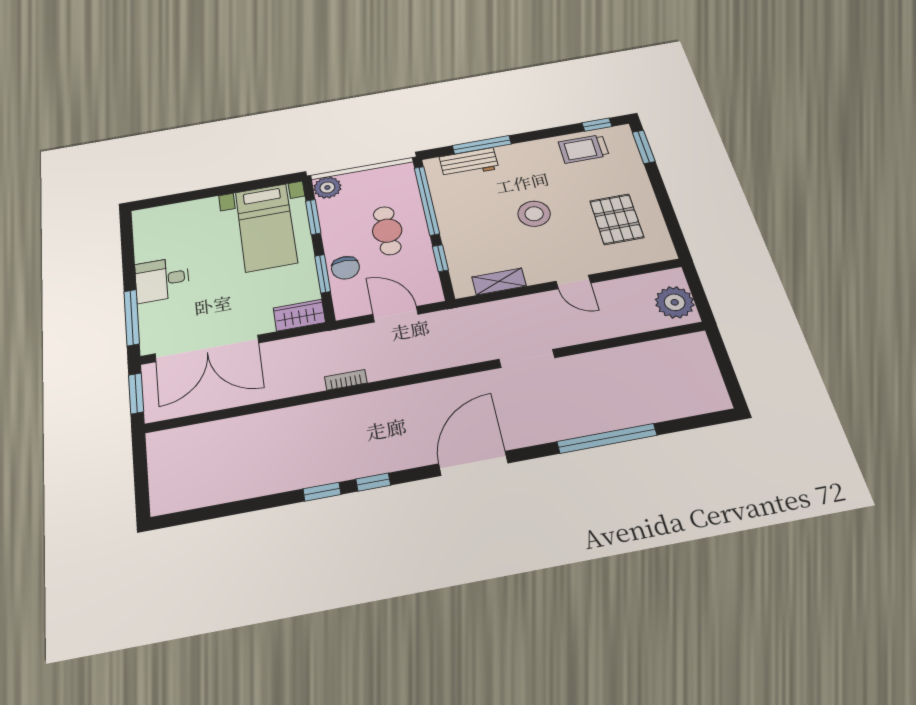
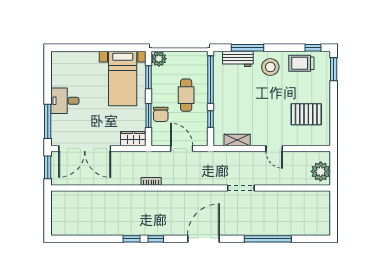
stool: (534, 214) -> (270, 67), moved
pallet: (617, 219) -> (306, 114), turned 90

